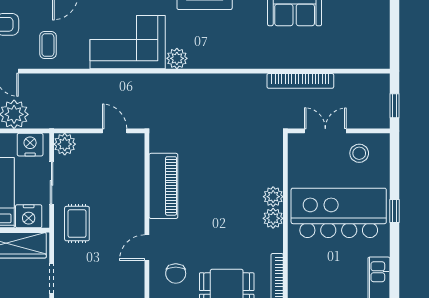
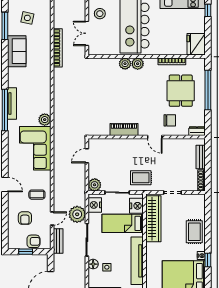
side table: (352, 29) -> (27, 18), added
piano: (163, 186) -> (124, 129), width x0.73, depth x0.75

